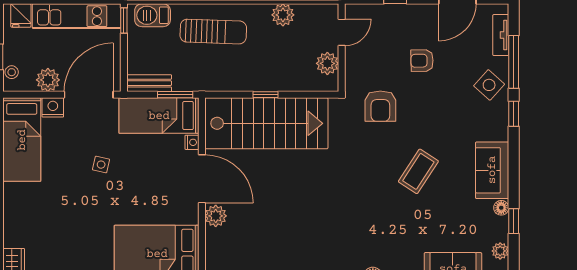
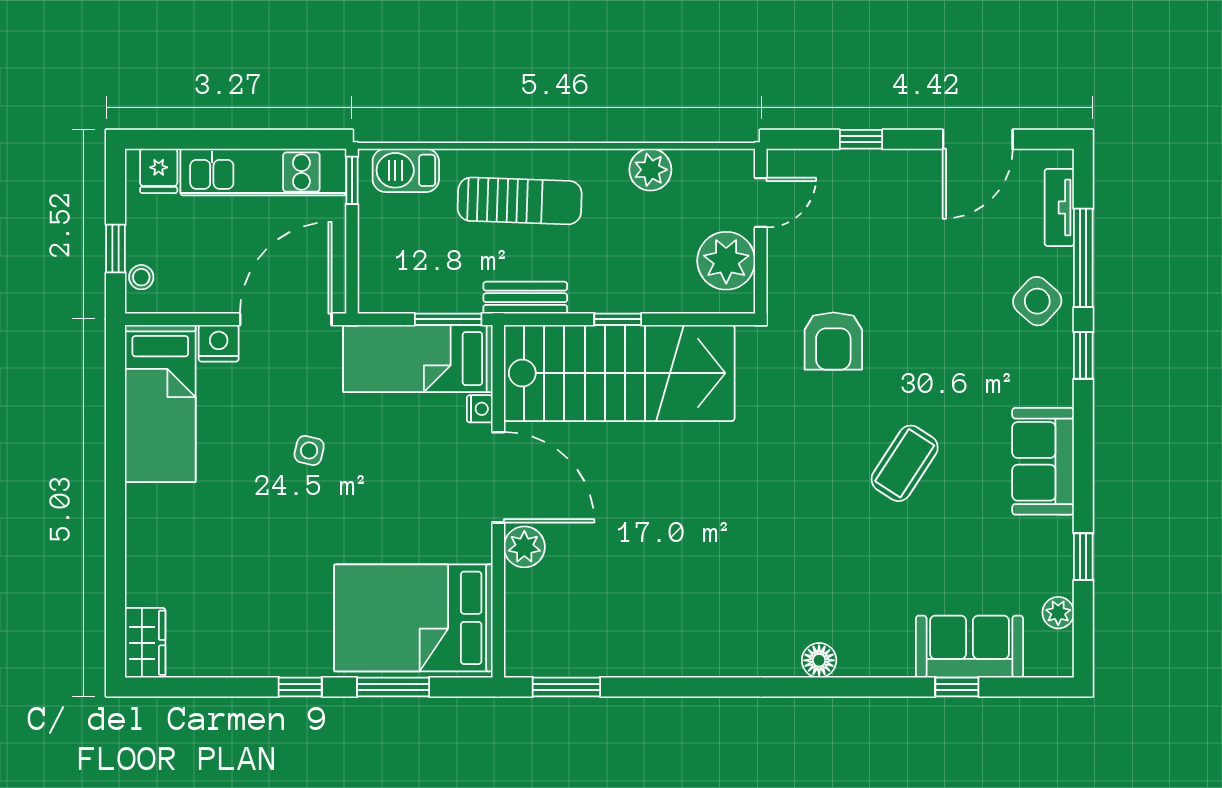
armchair: (422, 61) -> (912, 256), removed
plant: (327, 63) -> (726, 261), width x1.36, depth x1.36
plant: (48, 80) -> (209, 292), removed
bench: (149, 83) -> (525, 298), moved
floor lamp: (501, 208) -> (1060, 532), removed

